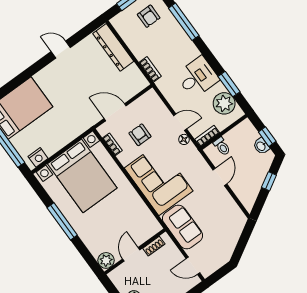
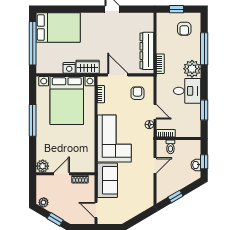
dresser: (113, 47) -> (147, 51), moved
plant: (224, 103) -> (192, 69), moved
wardrobe: (78, 126) -> (88, 67), added
armchair: (140, 135) -> (137, 93), moved
nightstand: (38, 157) -> (69, 68), moved
window: (269, 181) -> (175, 197), moved

